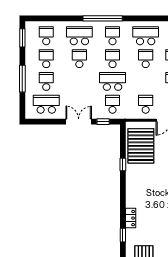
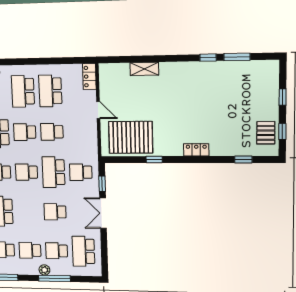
school desk: (79, 59) -> (55, 212), moved
plant: (30, 70) -> (44, 270), added
school desk: (146, 104) -> (52, 132), moved
locker: (131, 218) -> (196, 150), moved

